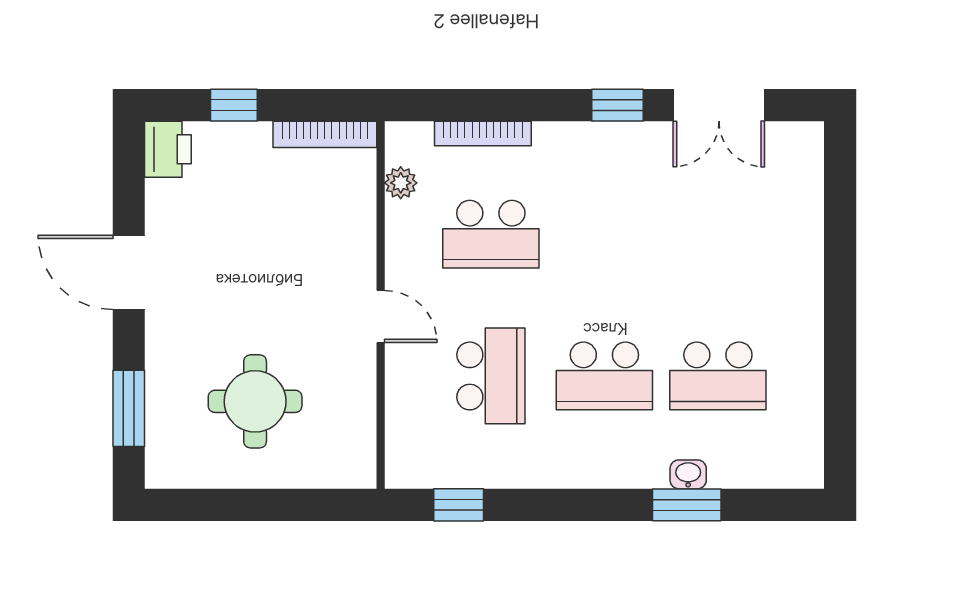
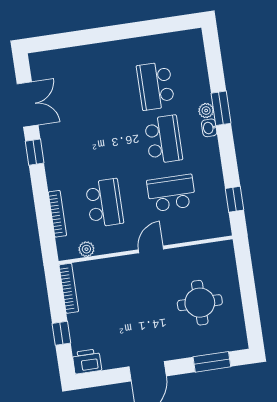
school desk: (718, 376) -> (155, 86), turned 180
plant: (651, 473) -> (206, 111), added
washbasin: (688, 474) -> (209, 128), moved
window: (687, 505) -> (221, 108), moved

